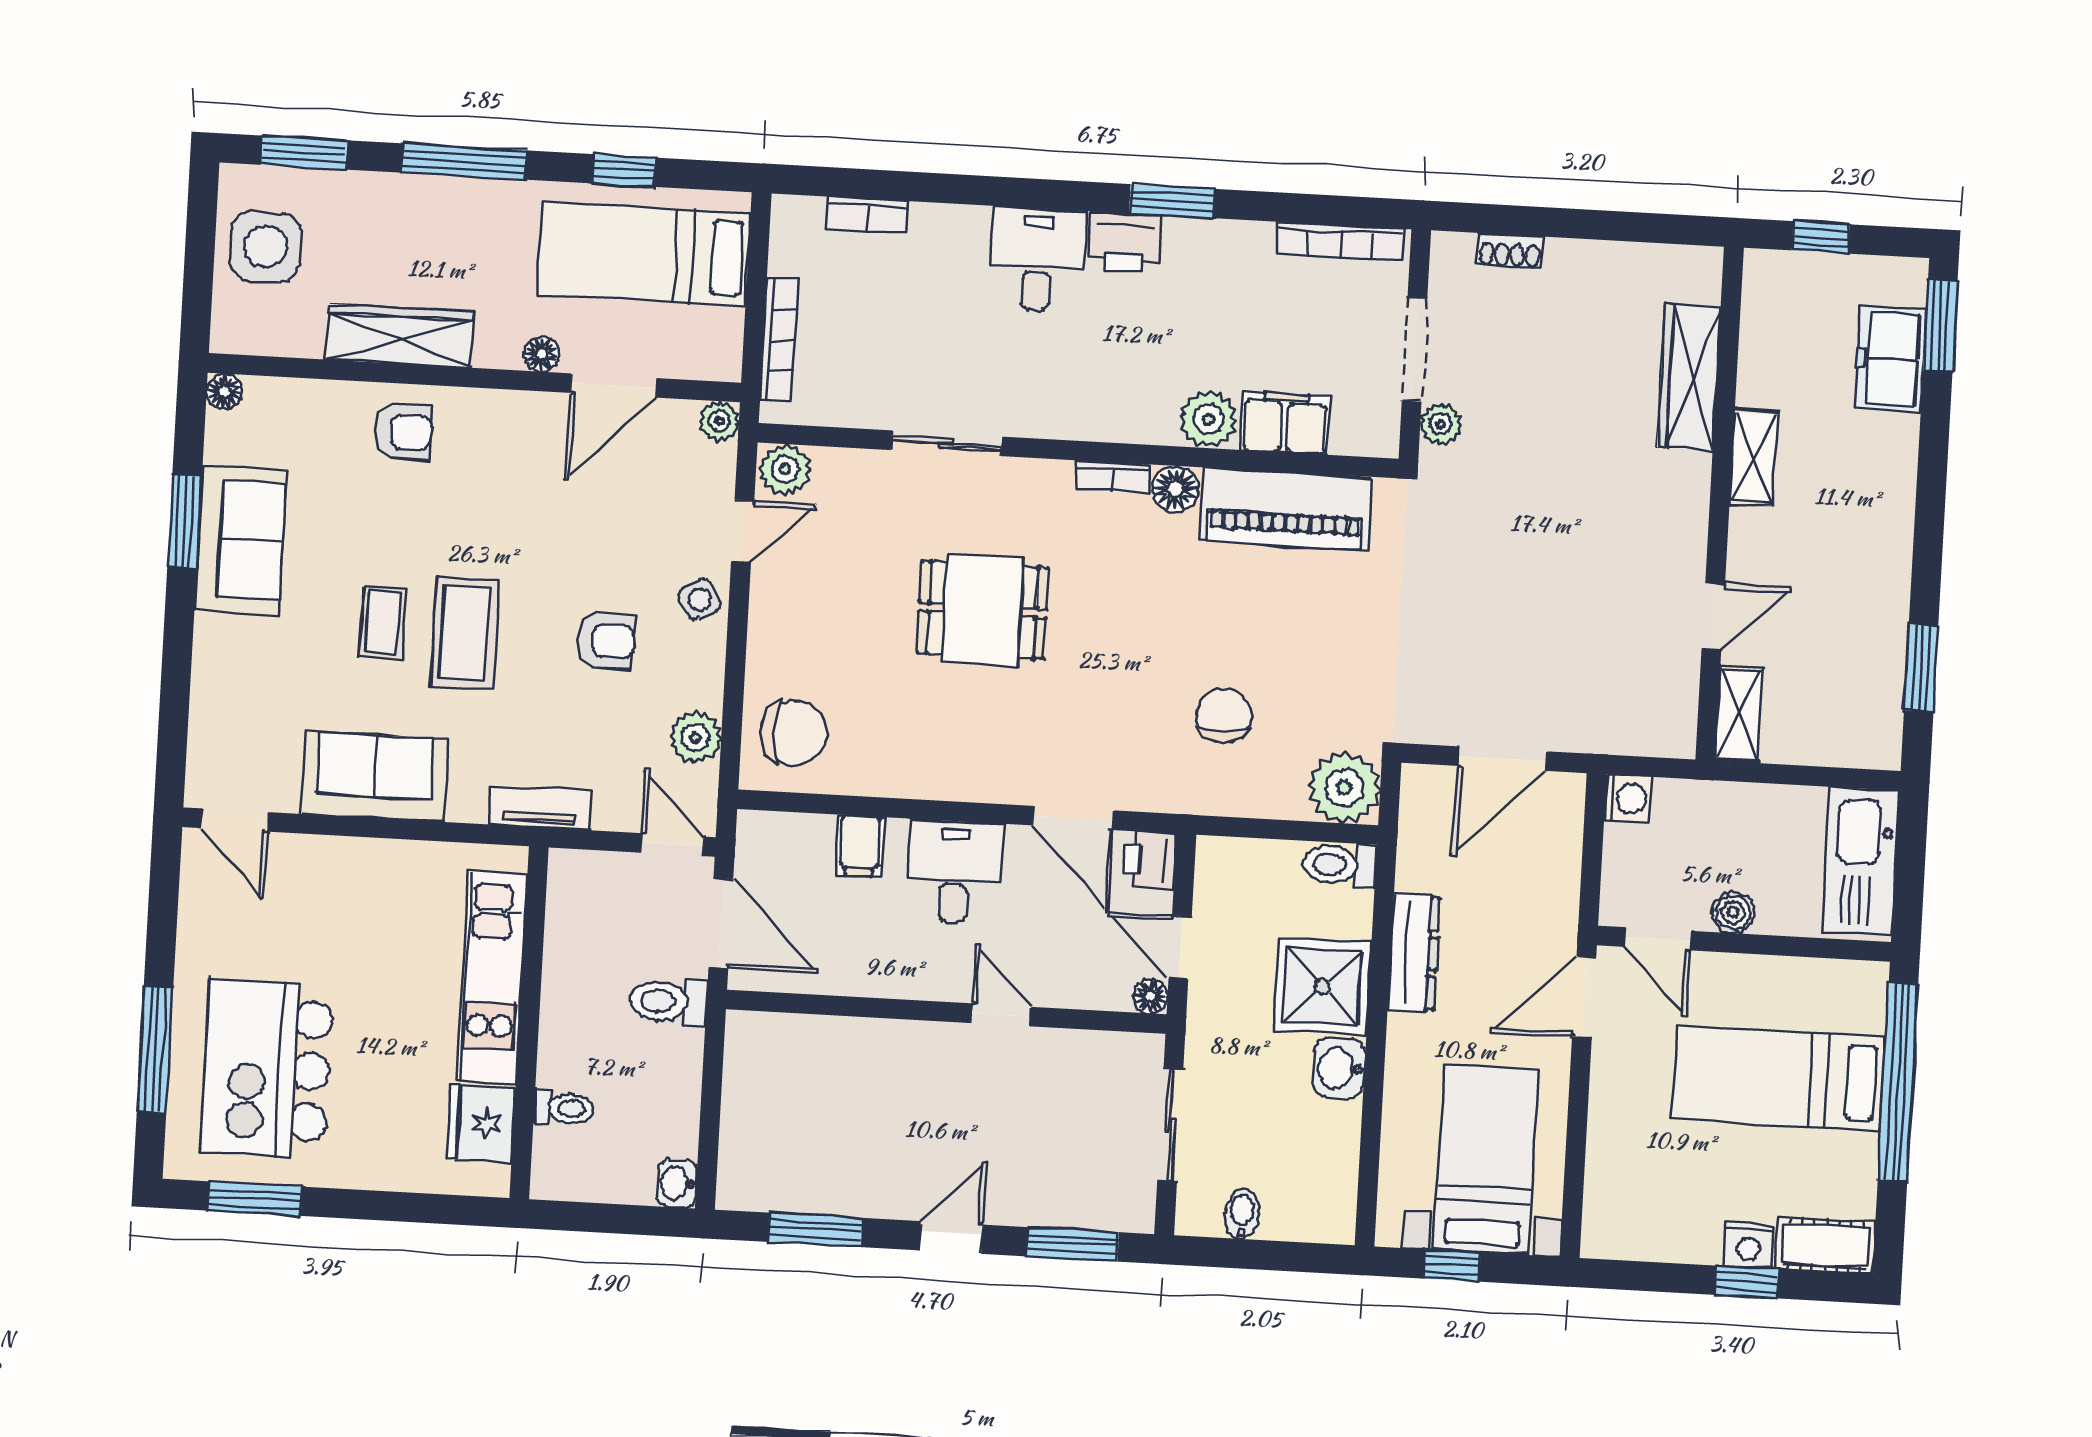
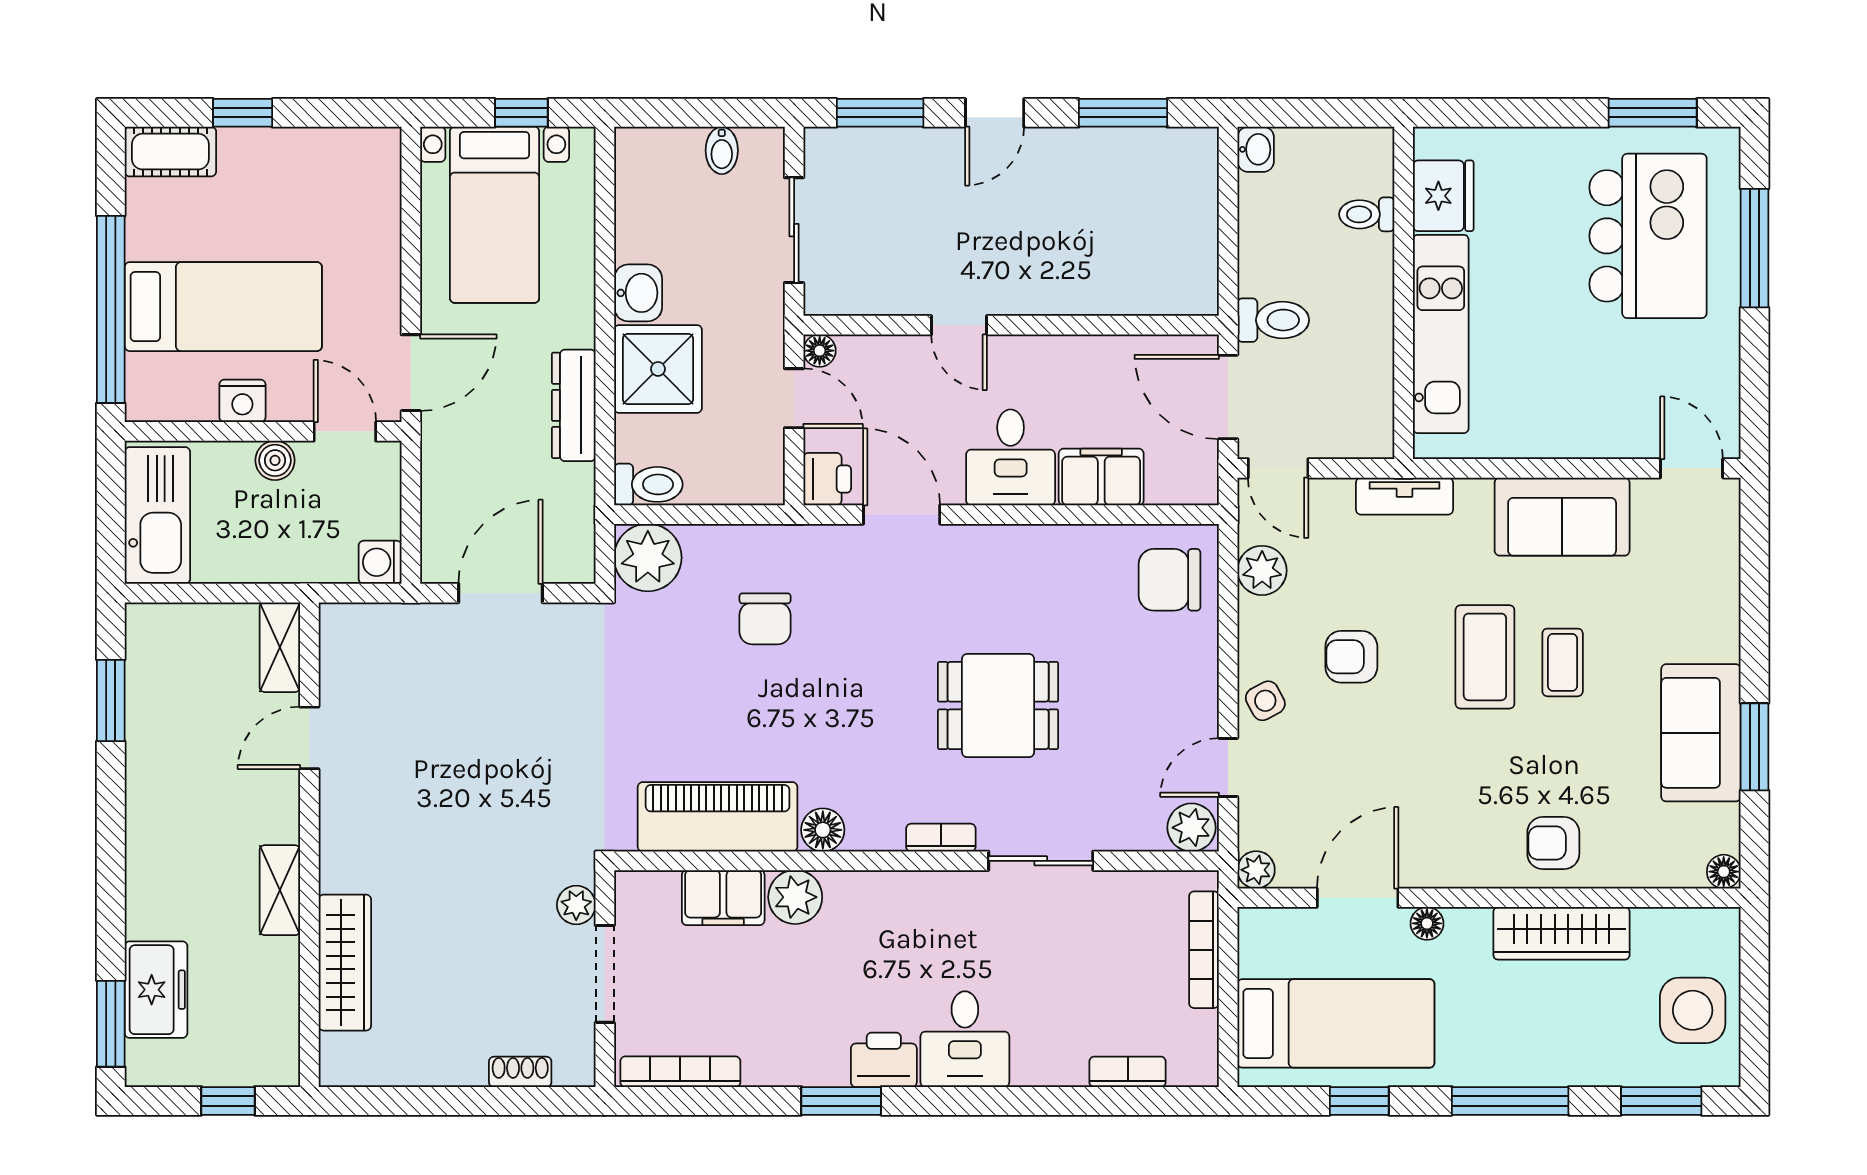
bookcase: (1112, 477) -> (941, 838), moved
filing cabinet: (860, 846) -> (1101, 477), width x2.00
nightstand: (1749, 1245) -> (242, 401), moved, turned 180

